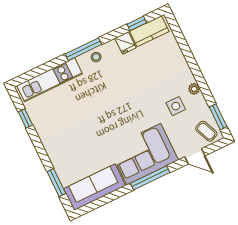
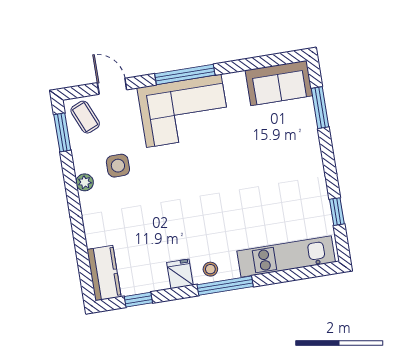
kitchen counter: (149, 31) -> (104, 273), moved, turned 90
fridge: (125, 43) -> (180, 274), moved
sofa: (95, 187) -> (279, 83), width x0.73

